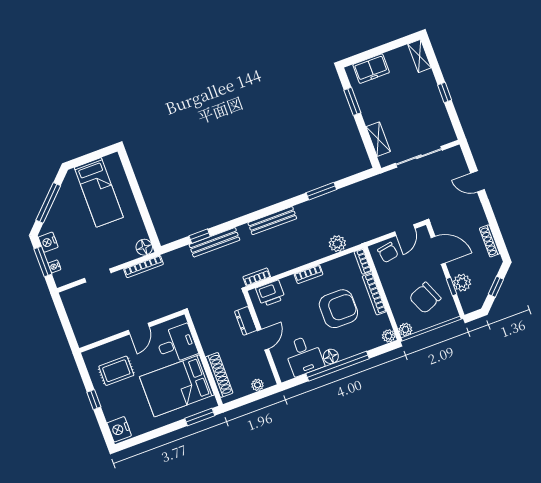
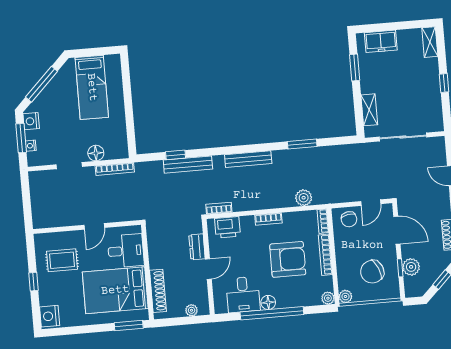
floor lamp: (144, 247) -> (96, 153), moved

